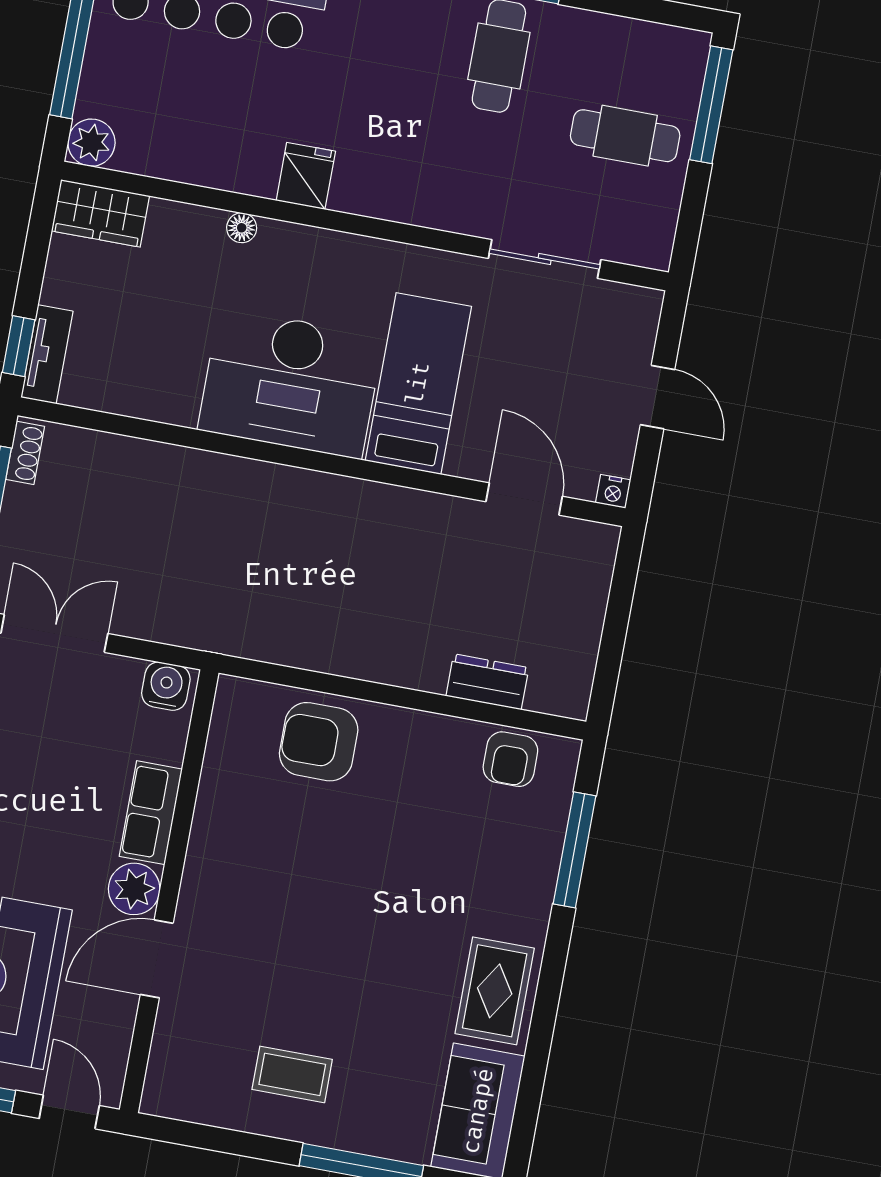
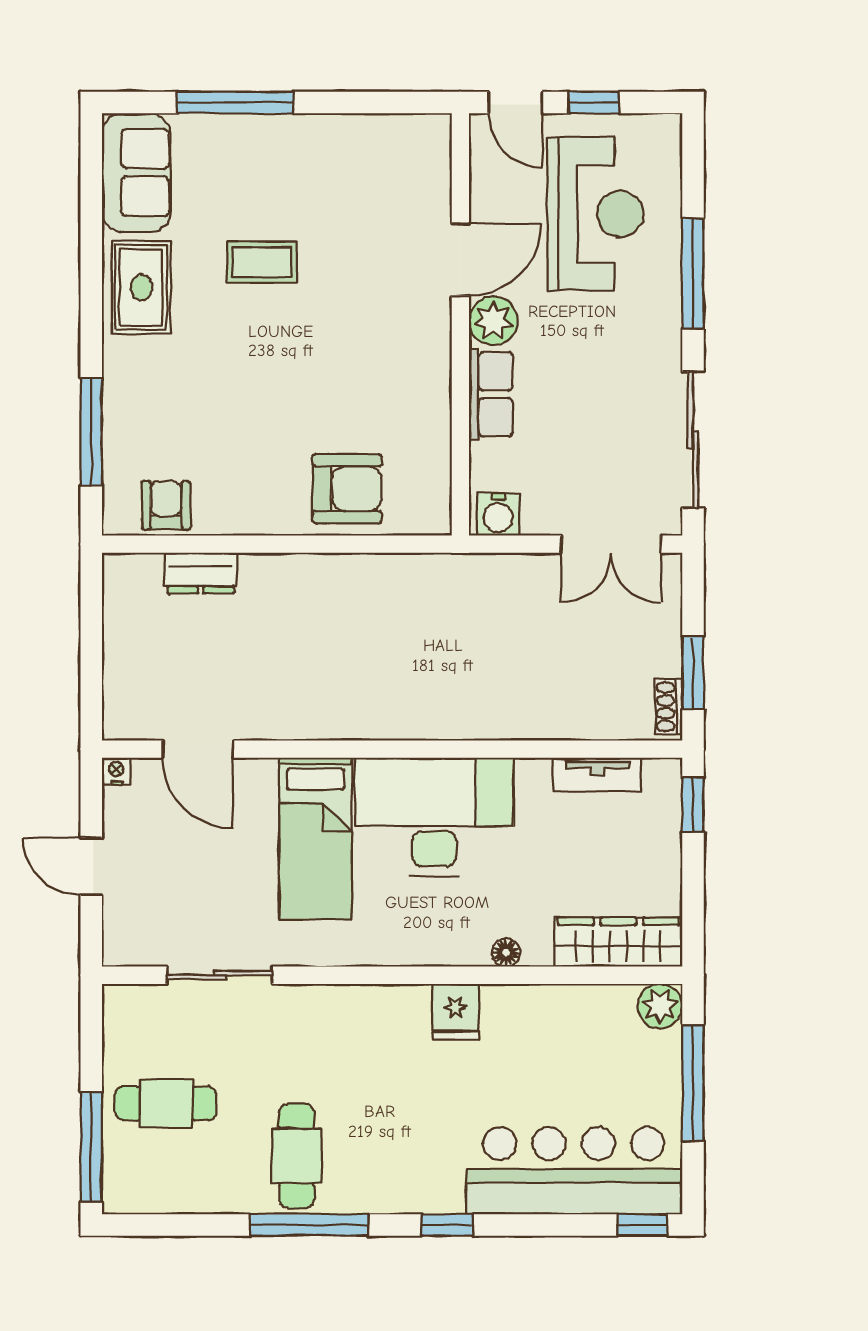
wardrobe: (100, 213) -> (618, 942), width x1.50
tv unit: (47, 354) -> (597, 775), moved, turned -90
coffee table: (292, 1074) -> (262, 262), moved

